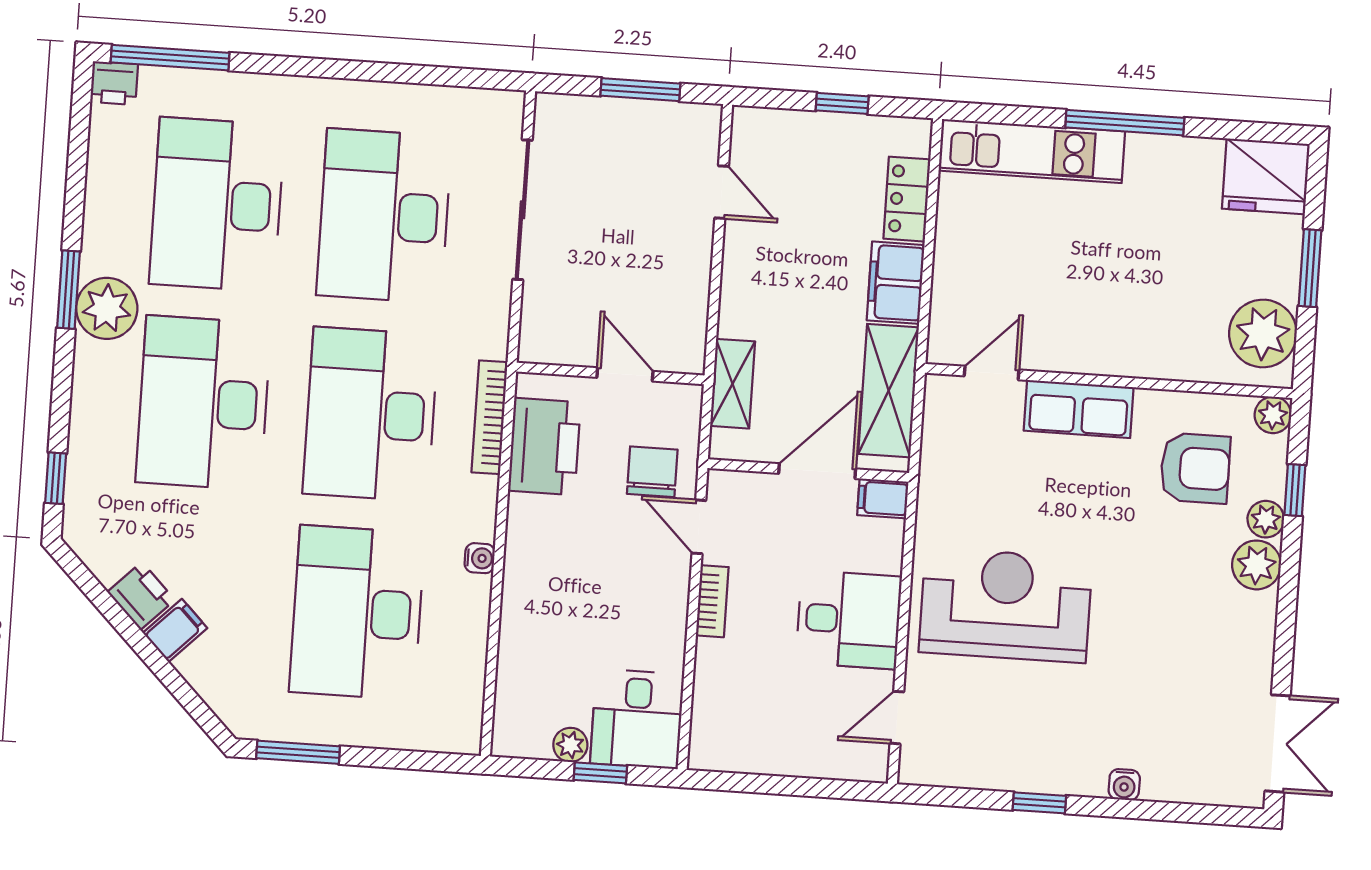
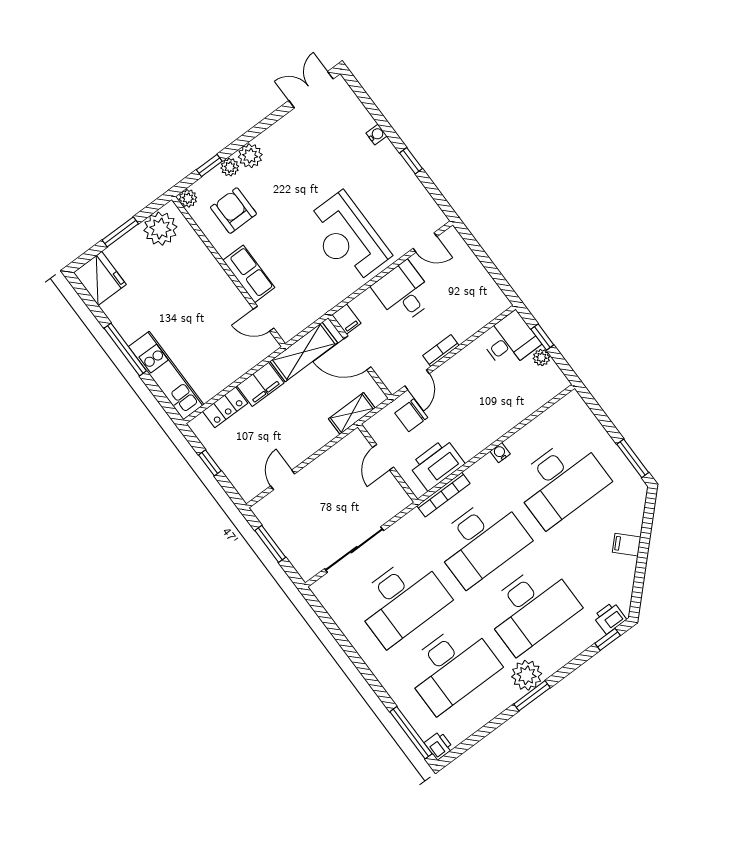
printer: (141, 596) -> (610, 618), moved, turned 45

